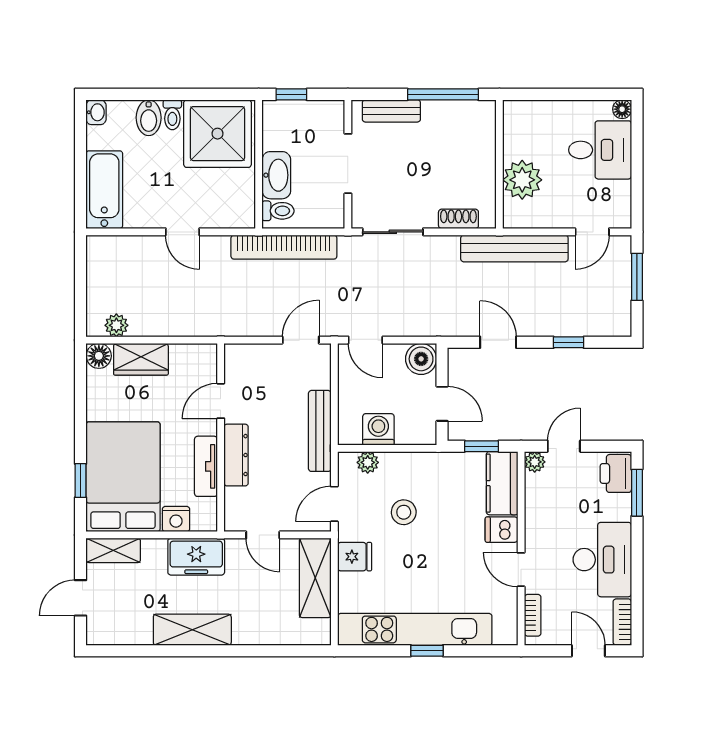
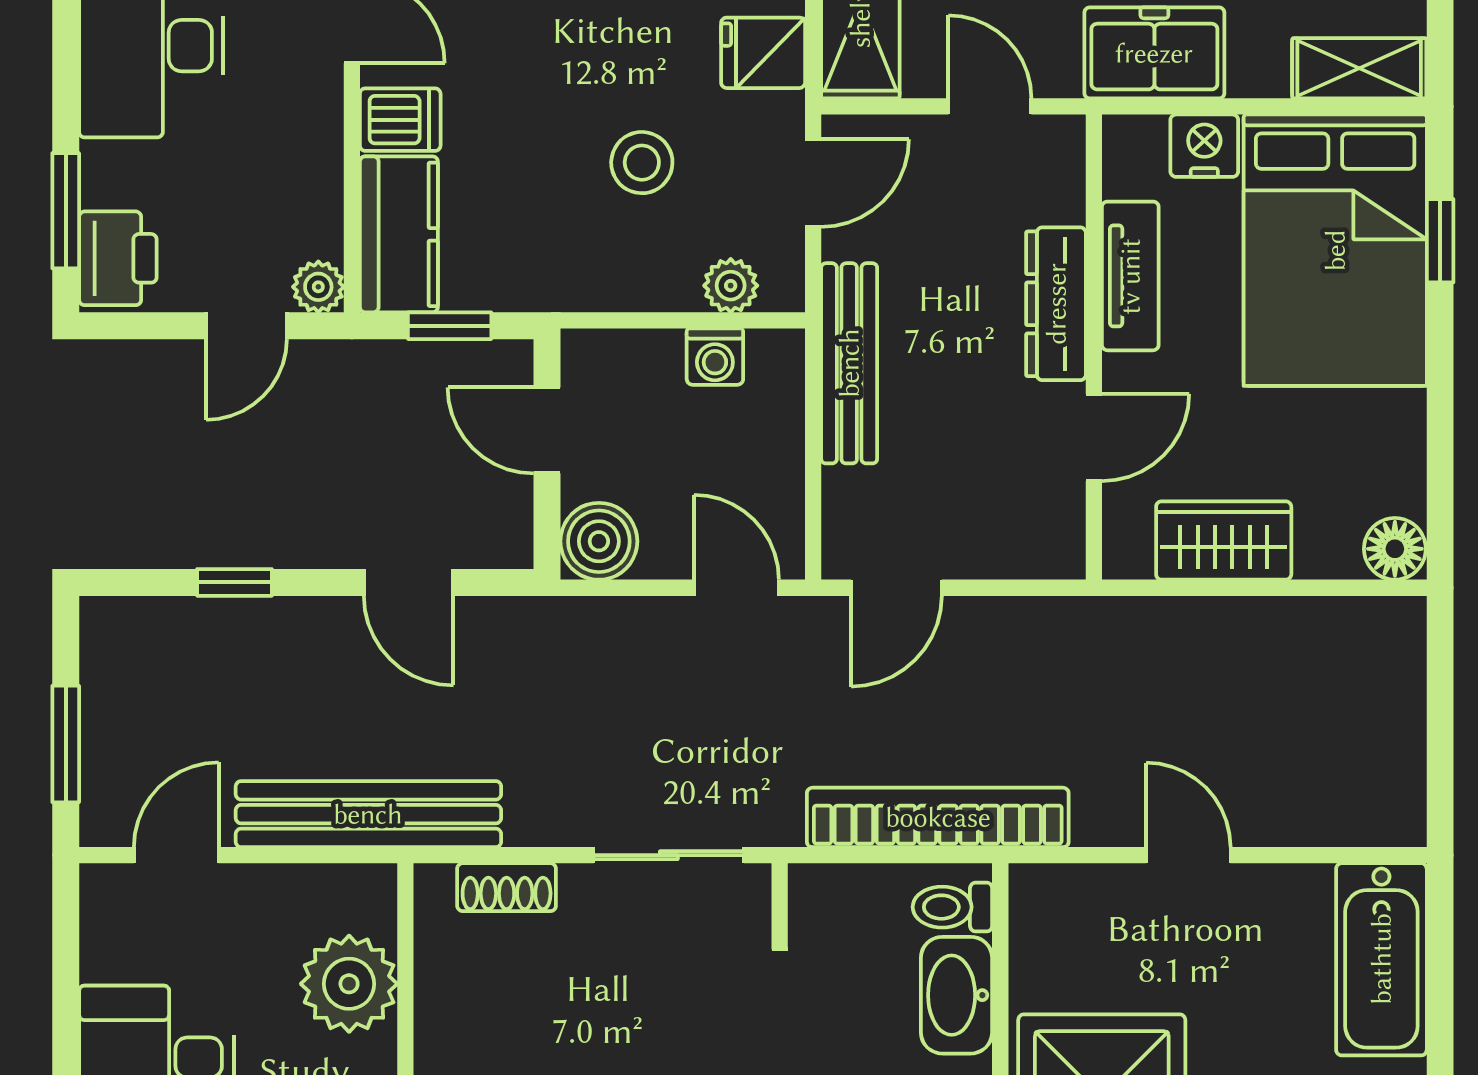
plant: (116, 325) -> (1351, 624), removed
wardrobe: (141, 359) -> (1224, 541), moved
washing machine: (378, 429) -> (715, 357), width x0.73, depth x0.73

